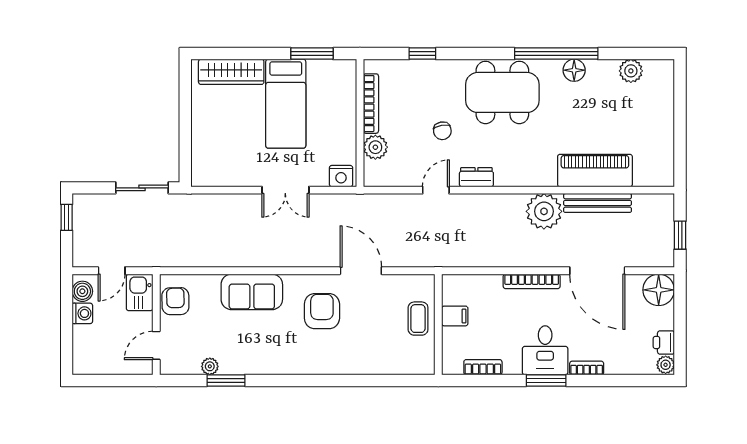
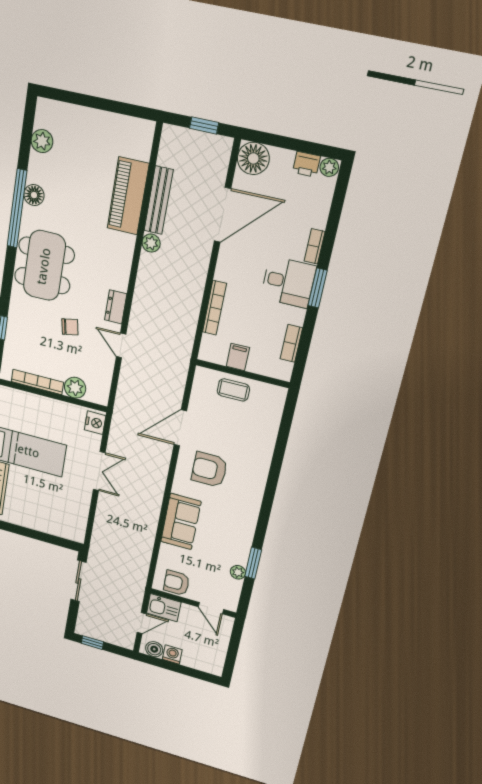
plant: (544, 211) -> (151, 243), width x0.53, depth x0.53
door: (112, 271) -> (142, 623), hinge flipped
bookcase: (532, 281) -> (214, 308), moved

